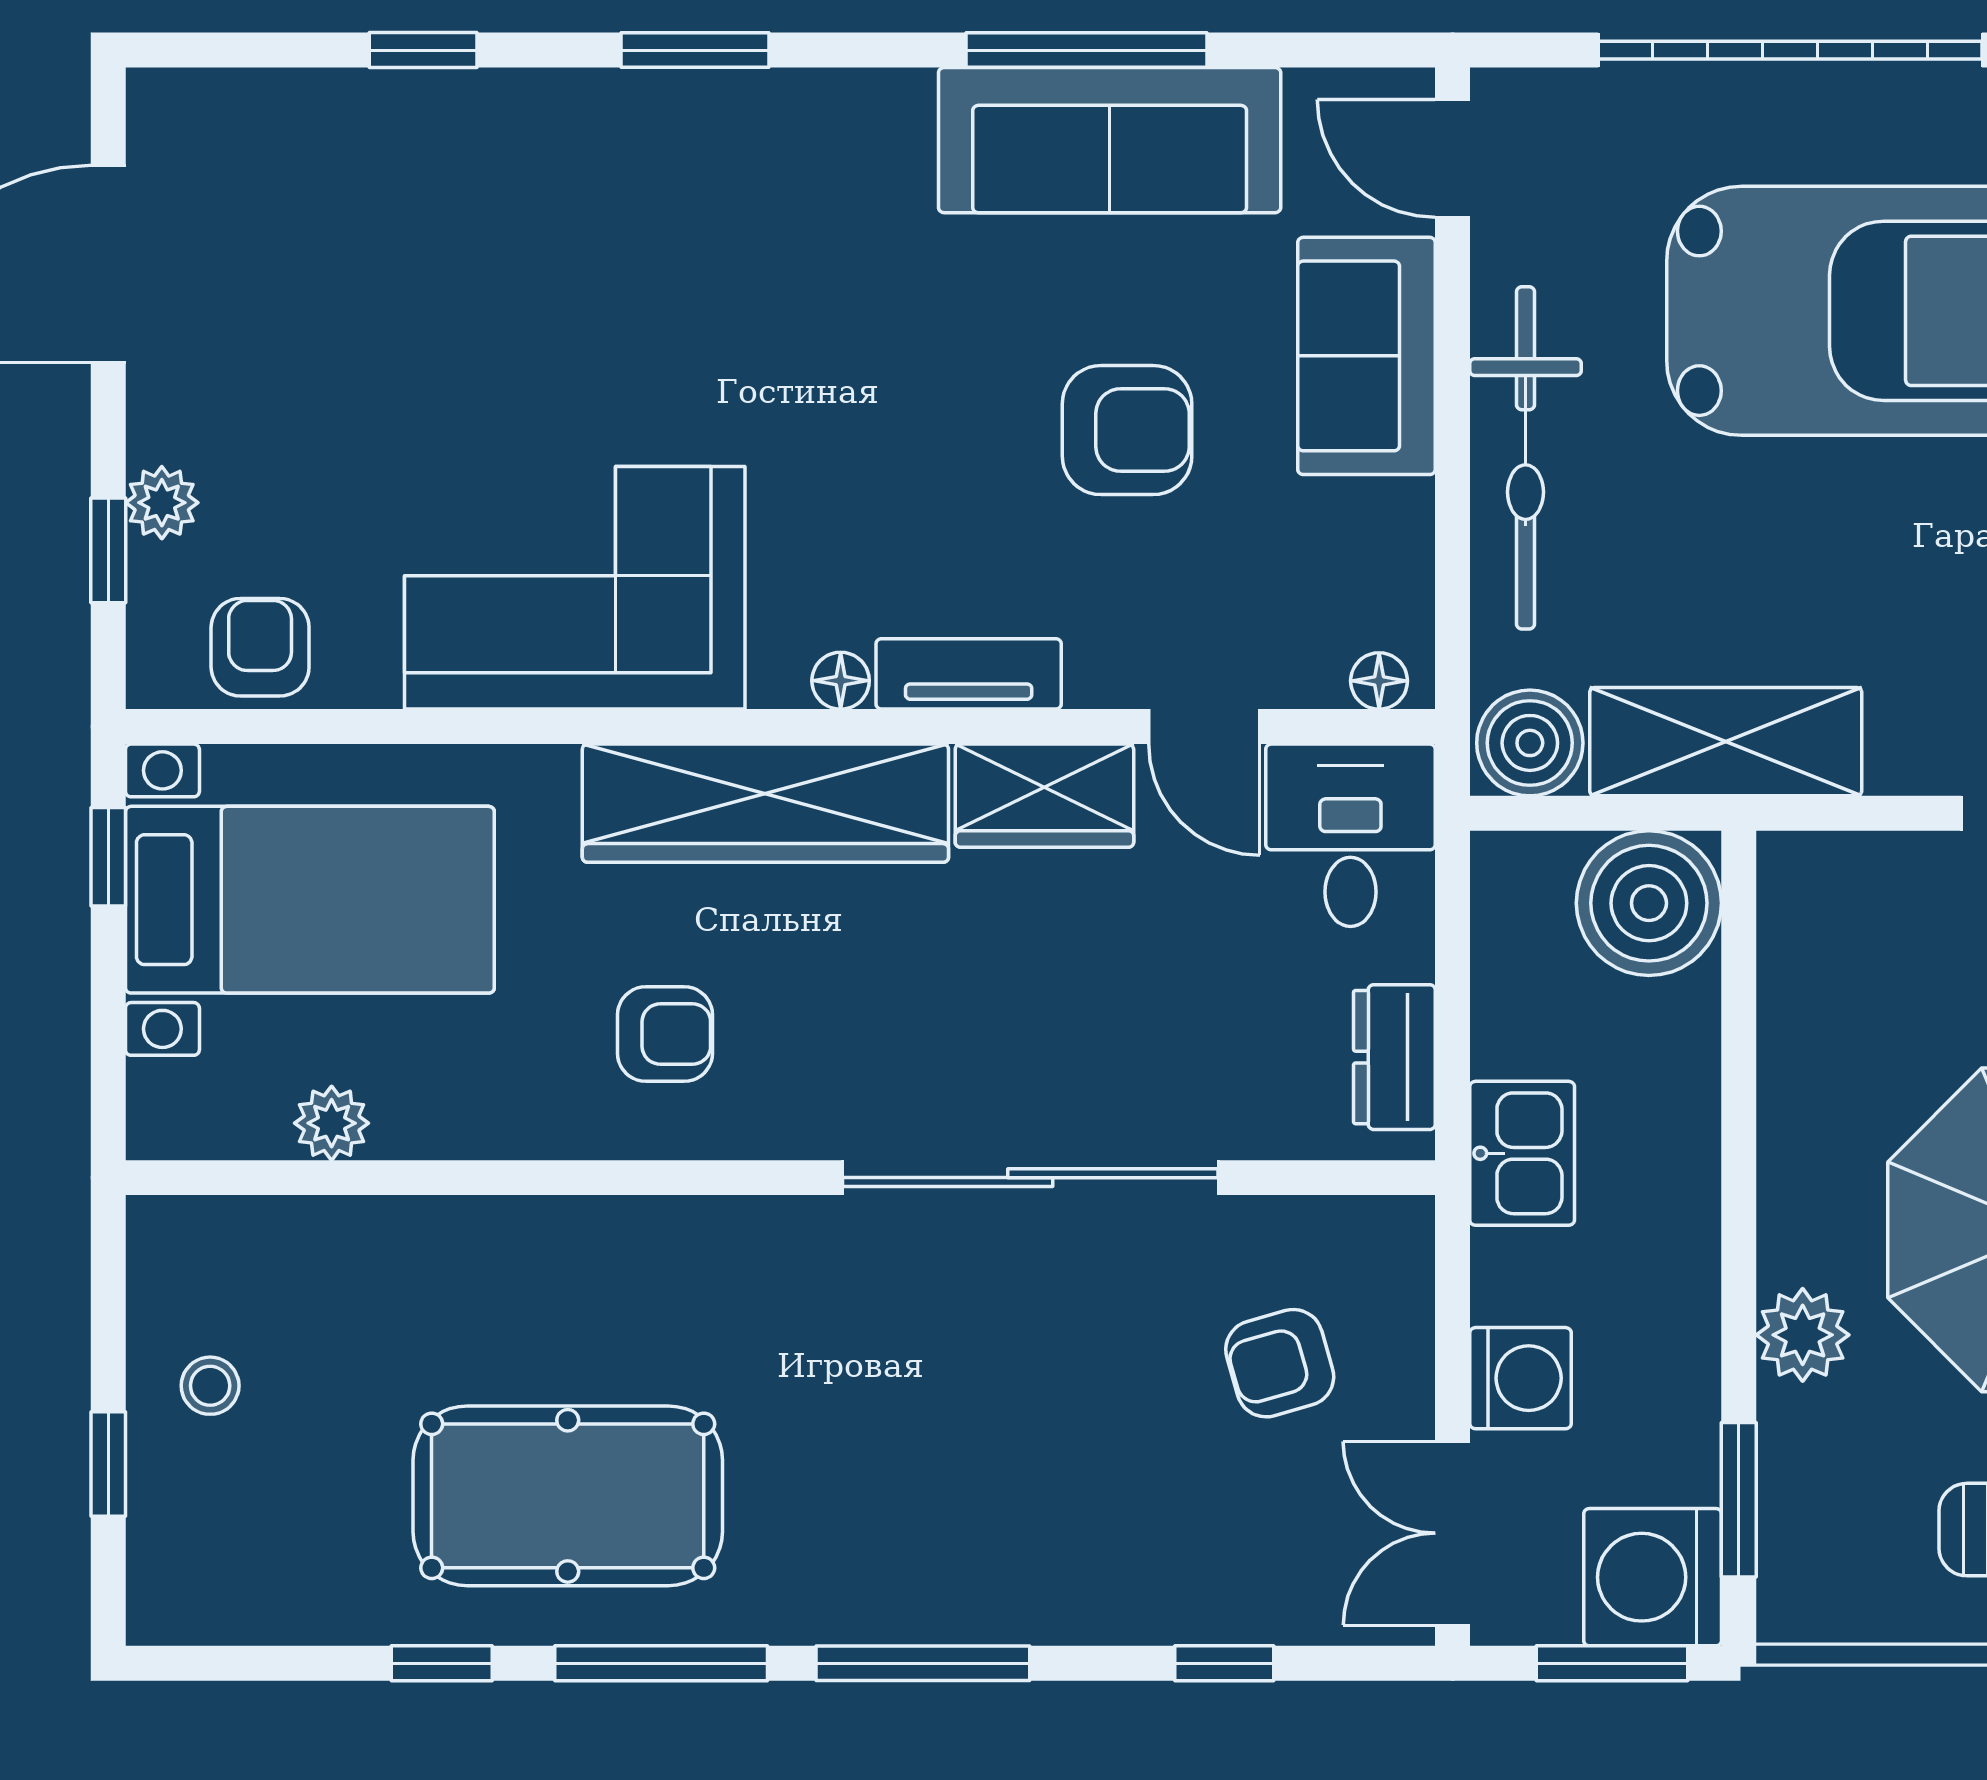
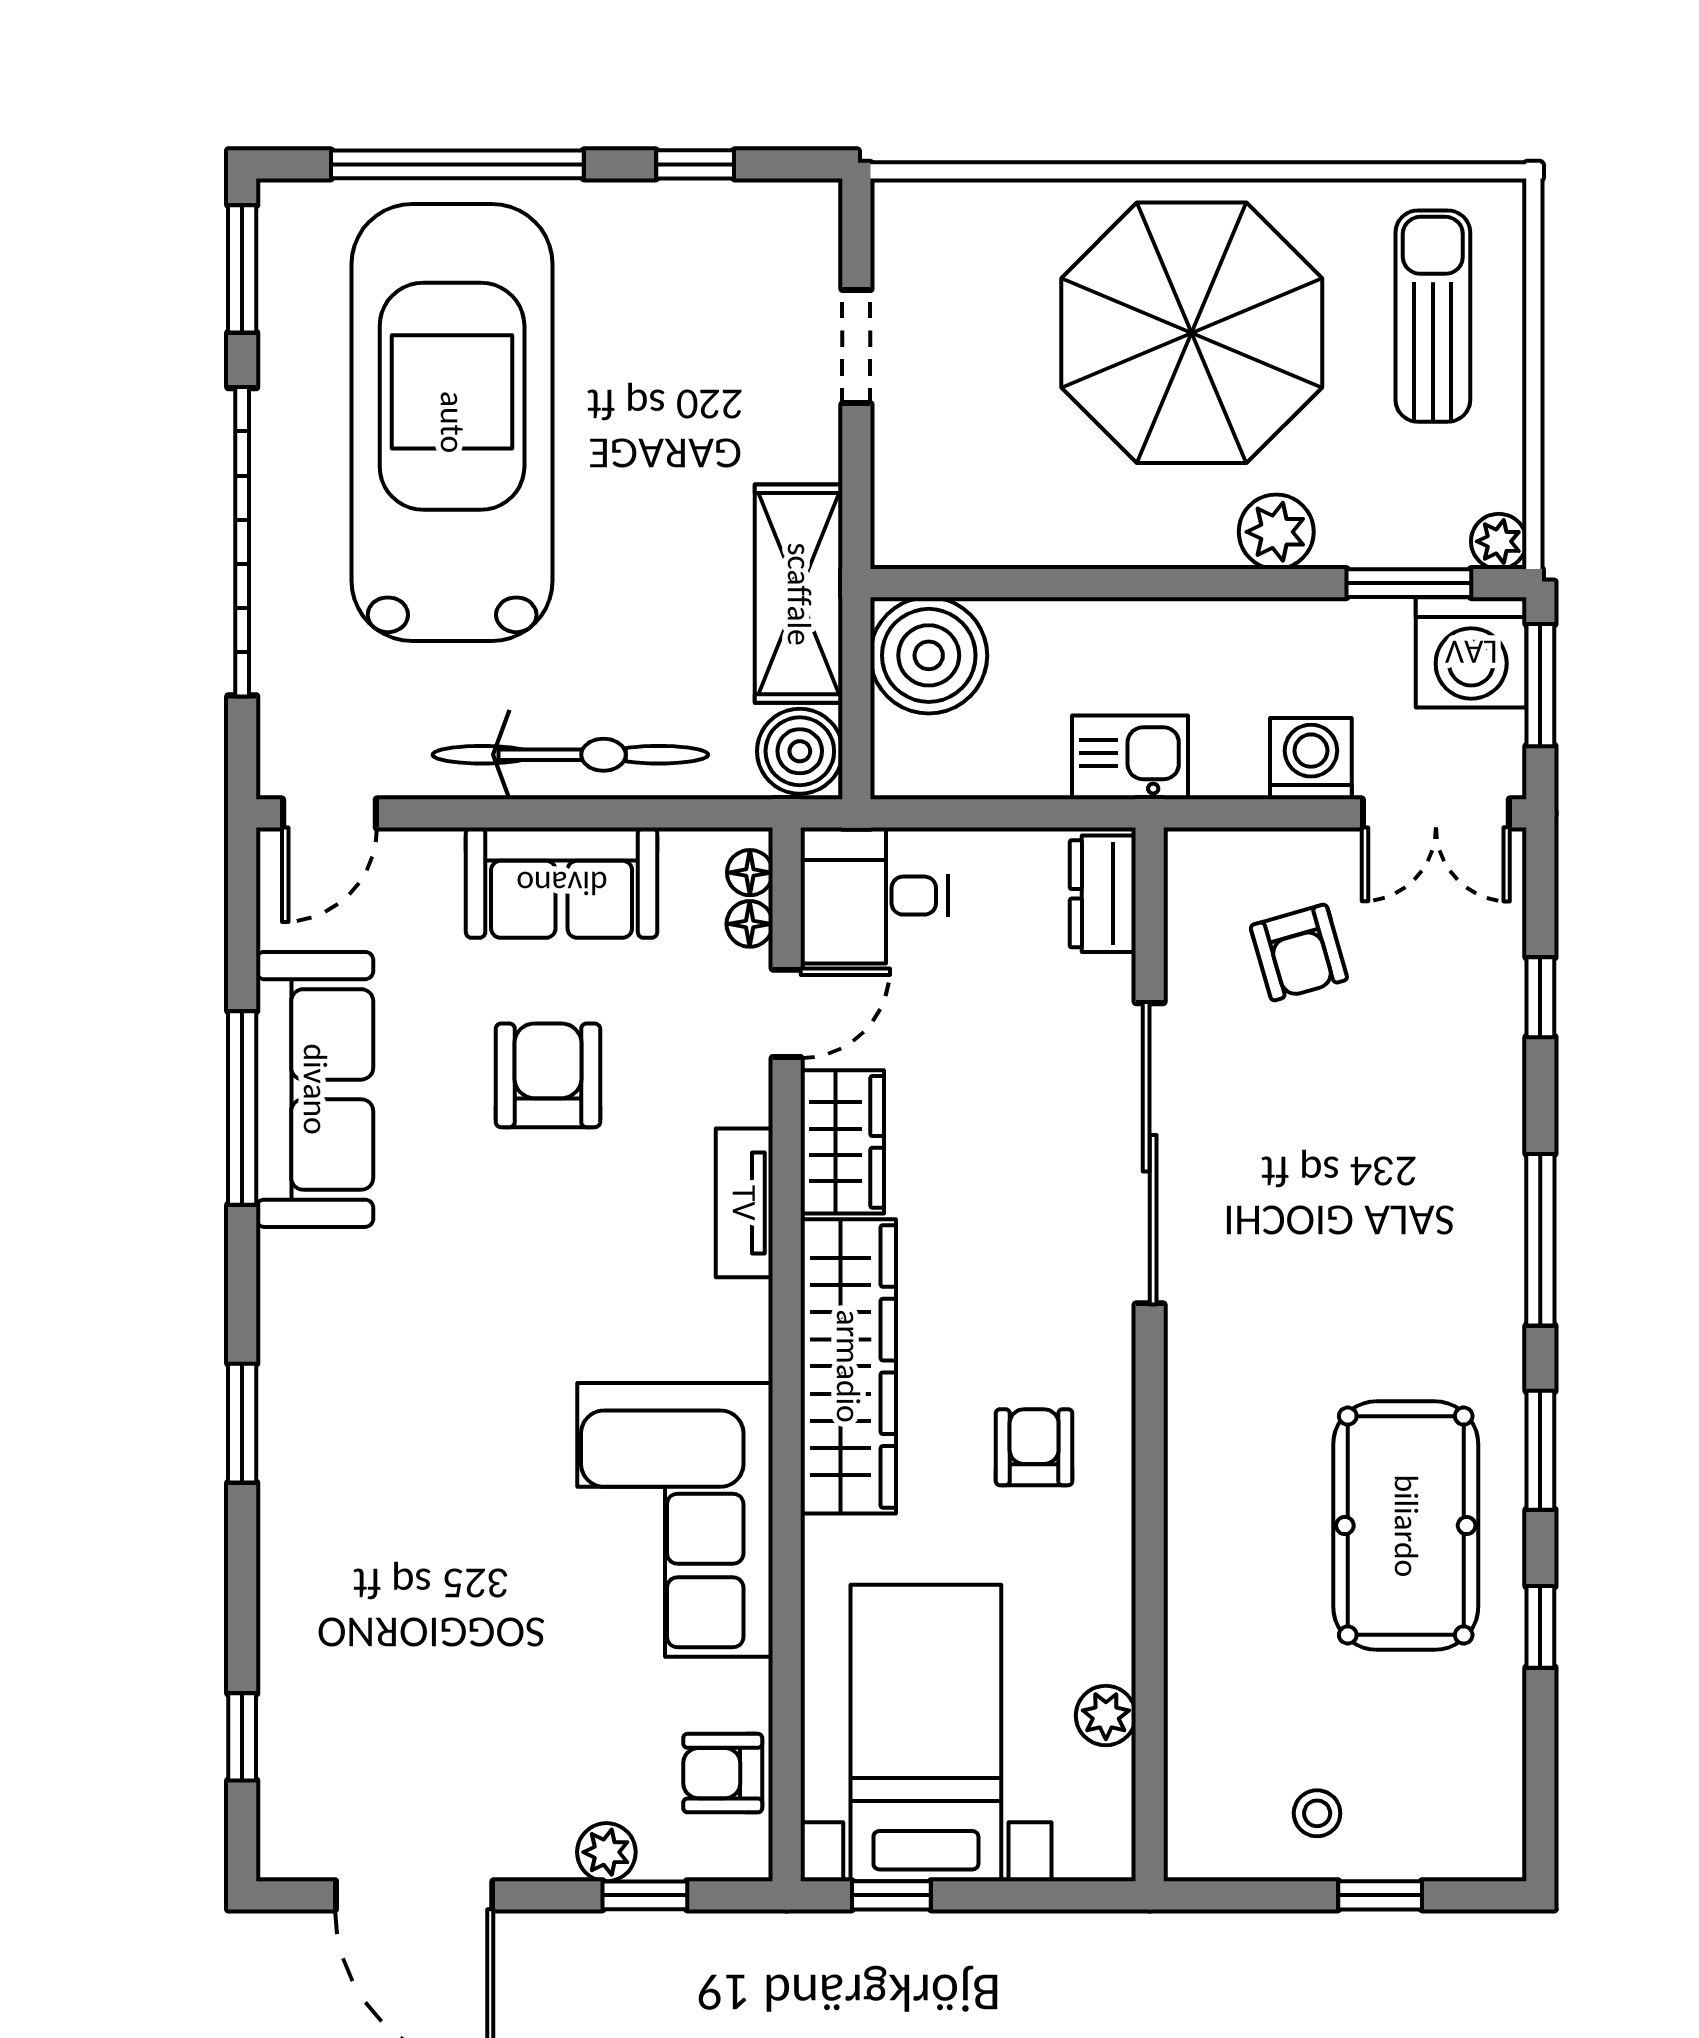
window: (423, 50) -> (242, 1737), moved
sofa: (1367, 356) -> (562, 883), moved
floor lamp: (841, 681) -> (750, 924), moved
dresser: (1394, 1057) -> (1103, 894), moved, turned 90
plant: (1791, 1611) -> (1499, 541), added
window: (661, 1663) -> (1540, 1450), width x0.69

